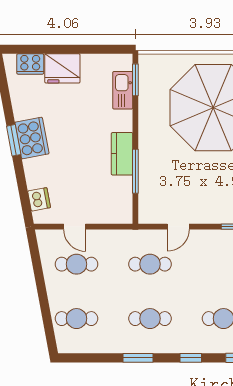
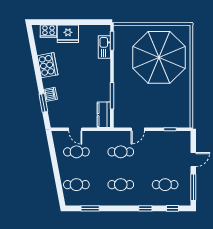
cooker: (32, 138) -> (48, 65), moved
window: (14, 140) -> (43, 103), moved
kitchen counter: (122, 154) -> (104, 115), moved
dishwasher: (39, 199) -> (50, 94), moved
window: (138, 358) -> (90, 208), moved

